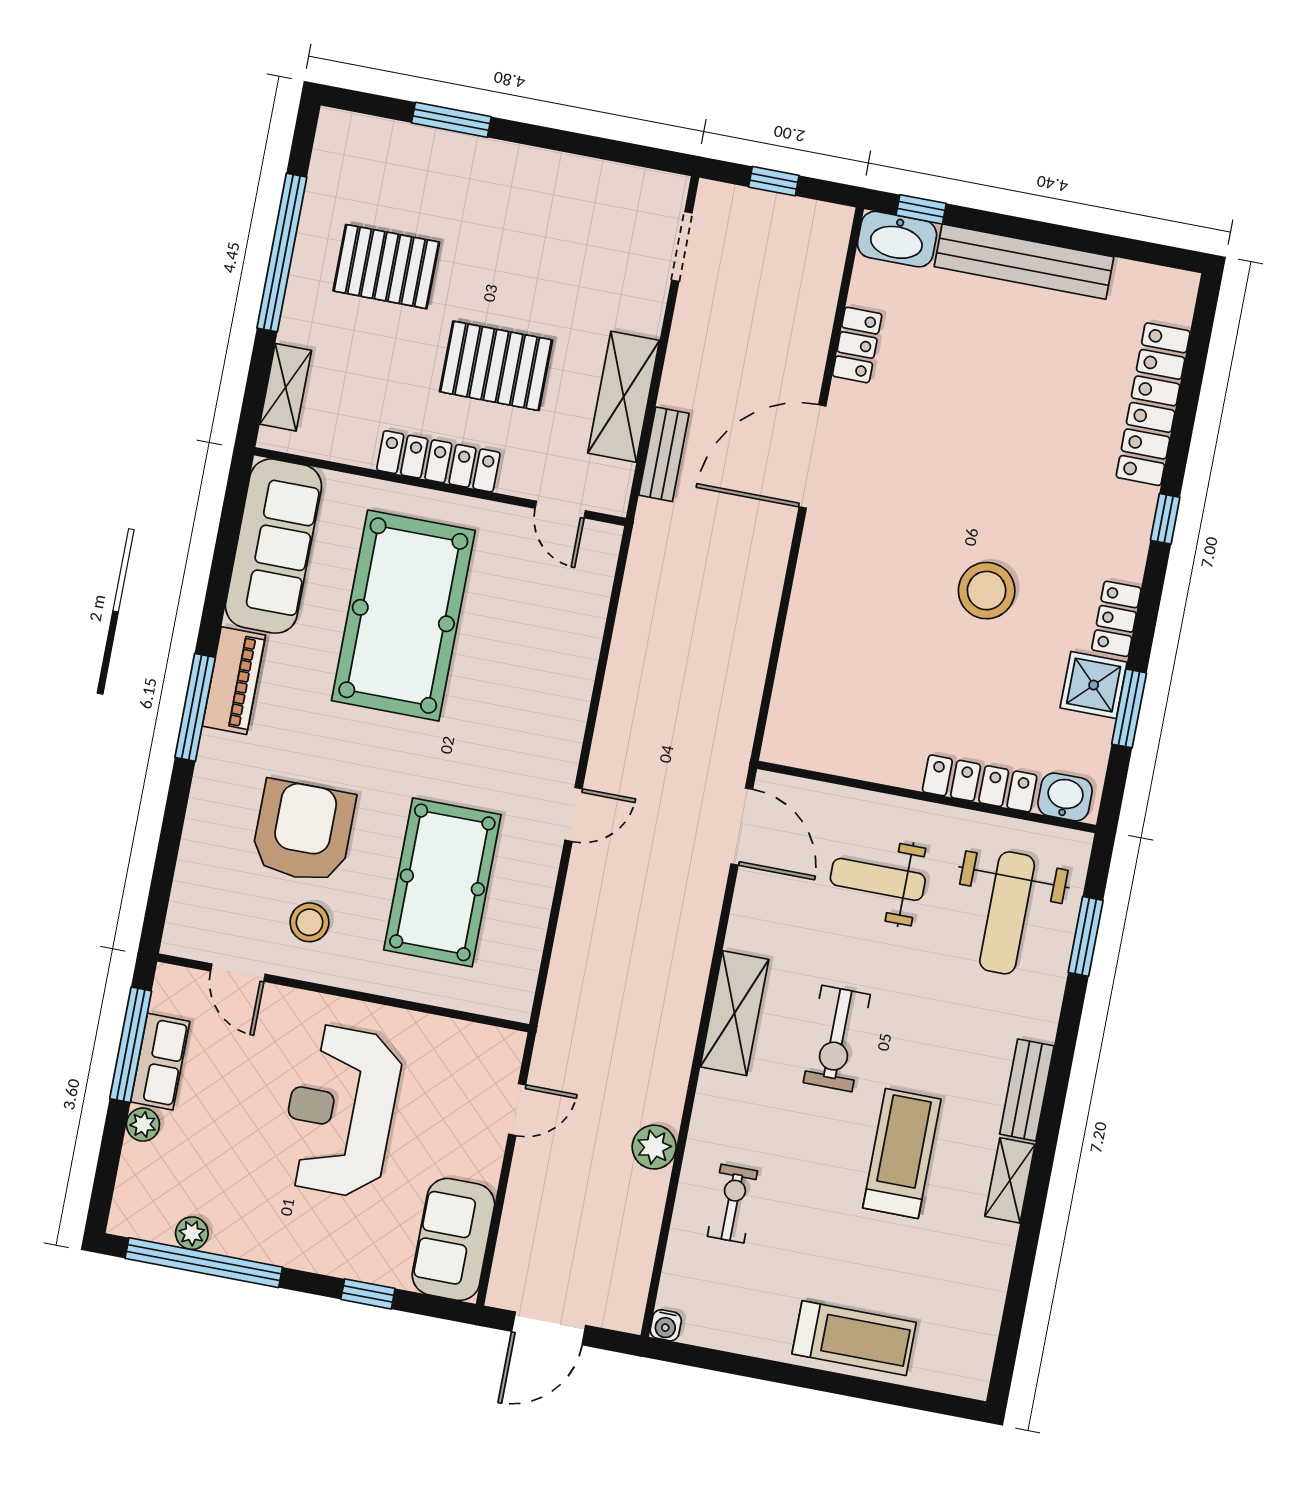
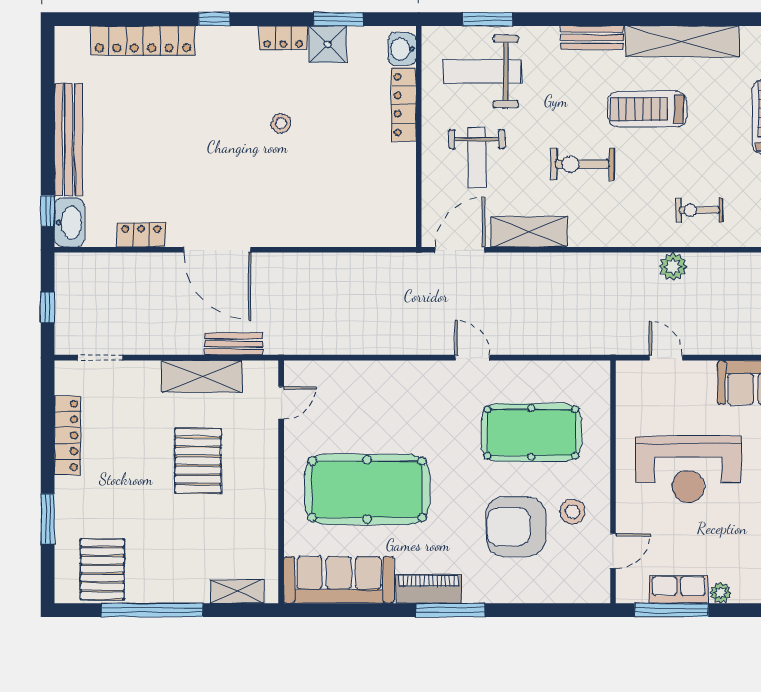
pallet: (386, 267) -> (102, 569), moved
locker: (438, 461) -> (67, 435), moved, turned 180
stool: (987, 591) -> (281, 123), width x0.53, depth x0.53
weight bench: (1007, 913) -> (482, 72), turned 180
shelving: (735, 1013) -> (529, 232), moved
exercise bike: (837, 1039) -> (582, 164), turned 180
shelving: (1010, 1180) -> (682, 41), width x2.20, depth x1.33

